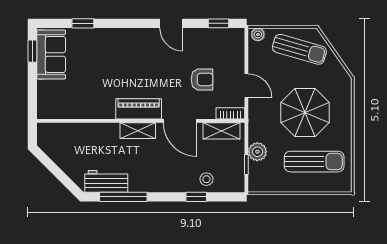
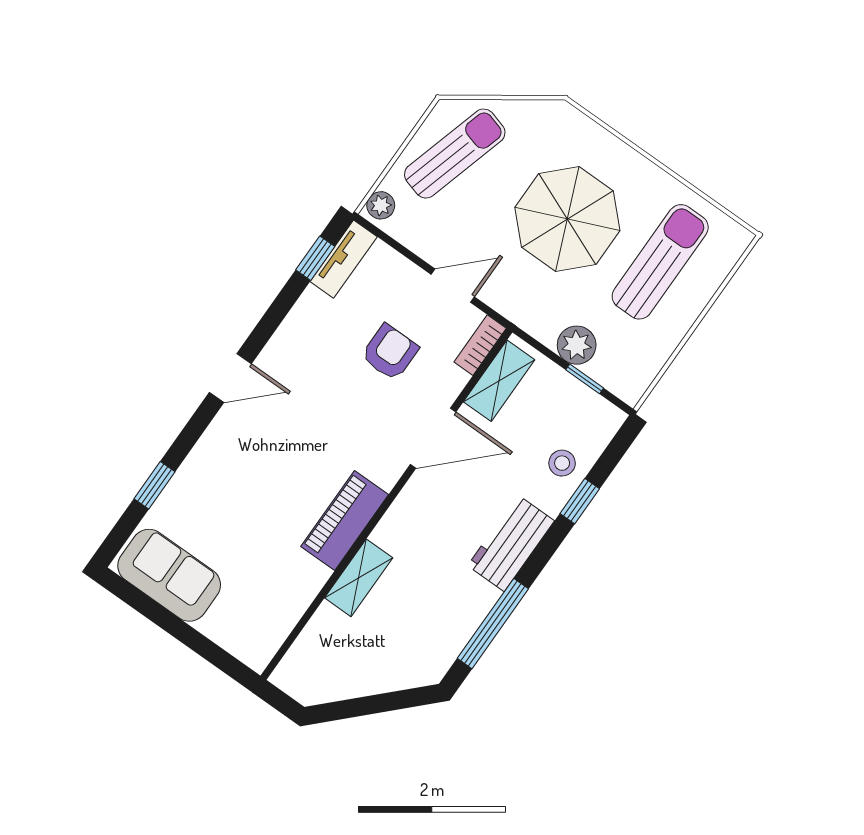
door: (171, 23) -> (230, 378), moved
tv unit: (226, 35) -> (344, 259), added
window: (32, 51) -> (141, 603), removed
piano: (139, 109) -> (345, 521), moved
shelving: (138, 131) -> (359, 578), moved
workbench: (106, 181) -> (511, 543), moved

